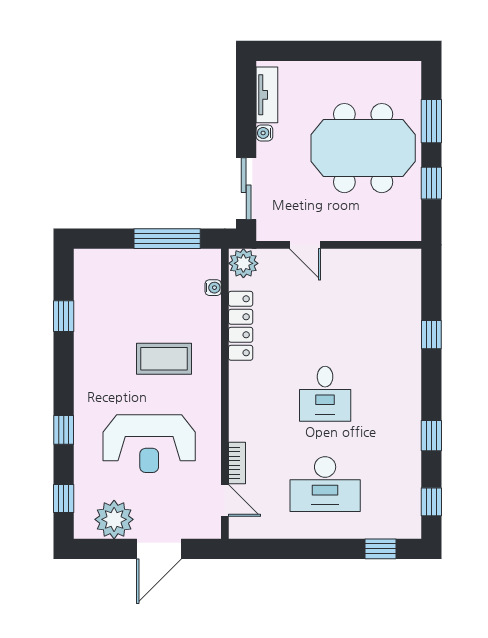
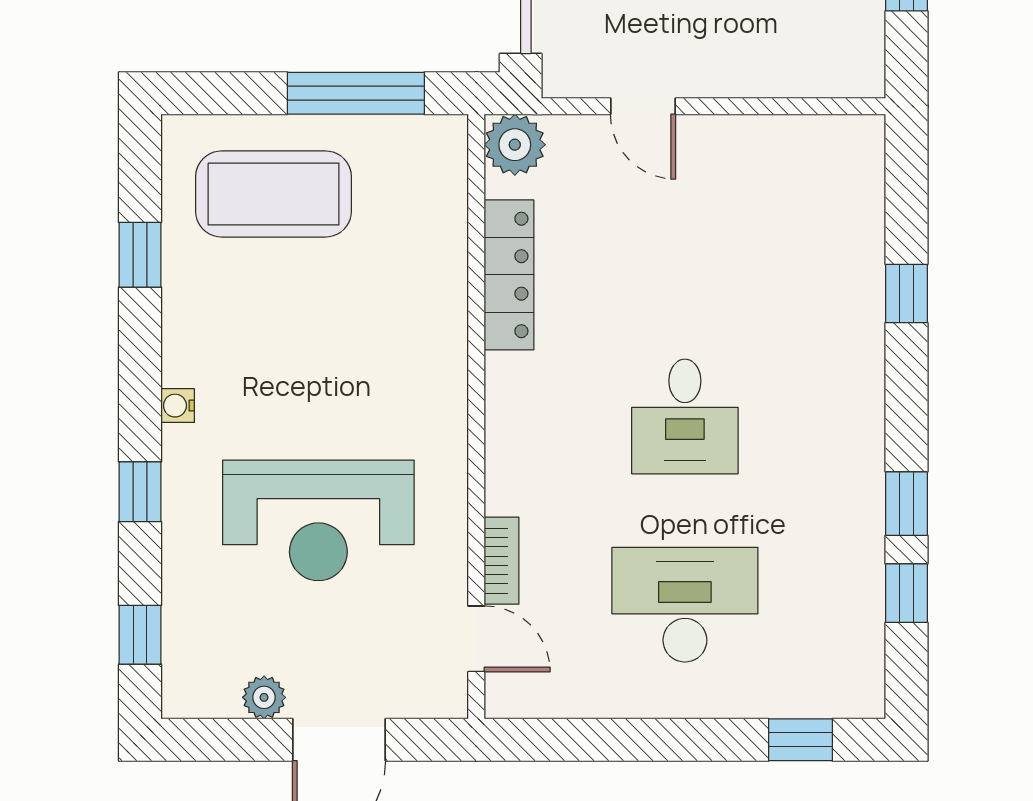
water cooler: (213, 288) -> (178, 406), moved, turned 180
coffee table: (164, 359) -> (274, 194), moved, width x1.36, depth x1.32
desk: (325, 484) -> (685, 605), turned 180
window: (431, 502) -> (907, 593), moved
plant: (114, 519) -> (264, 697), width x0.53, depth x0.53

